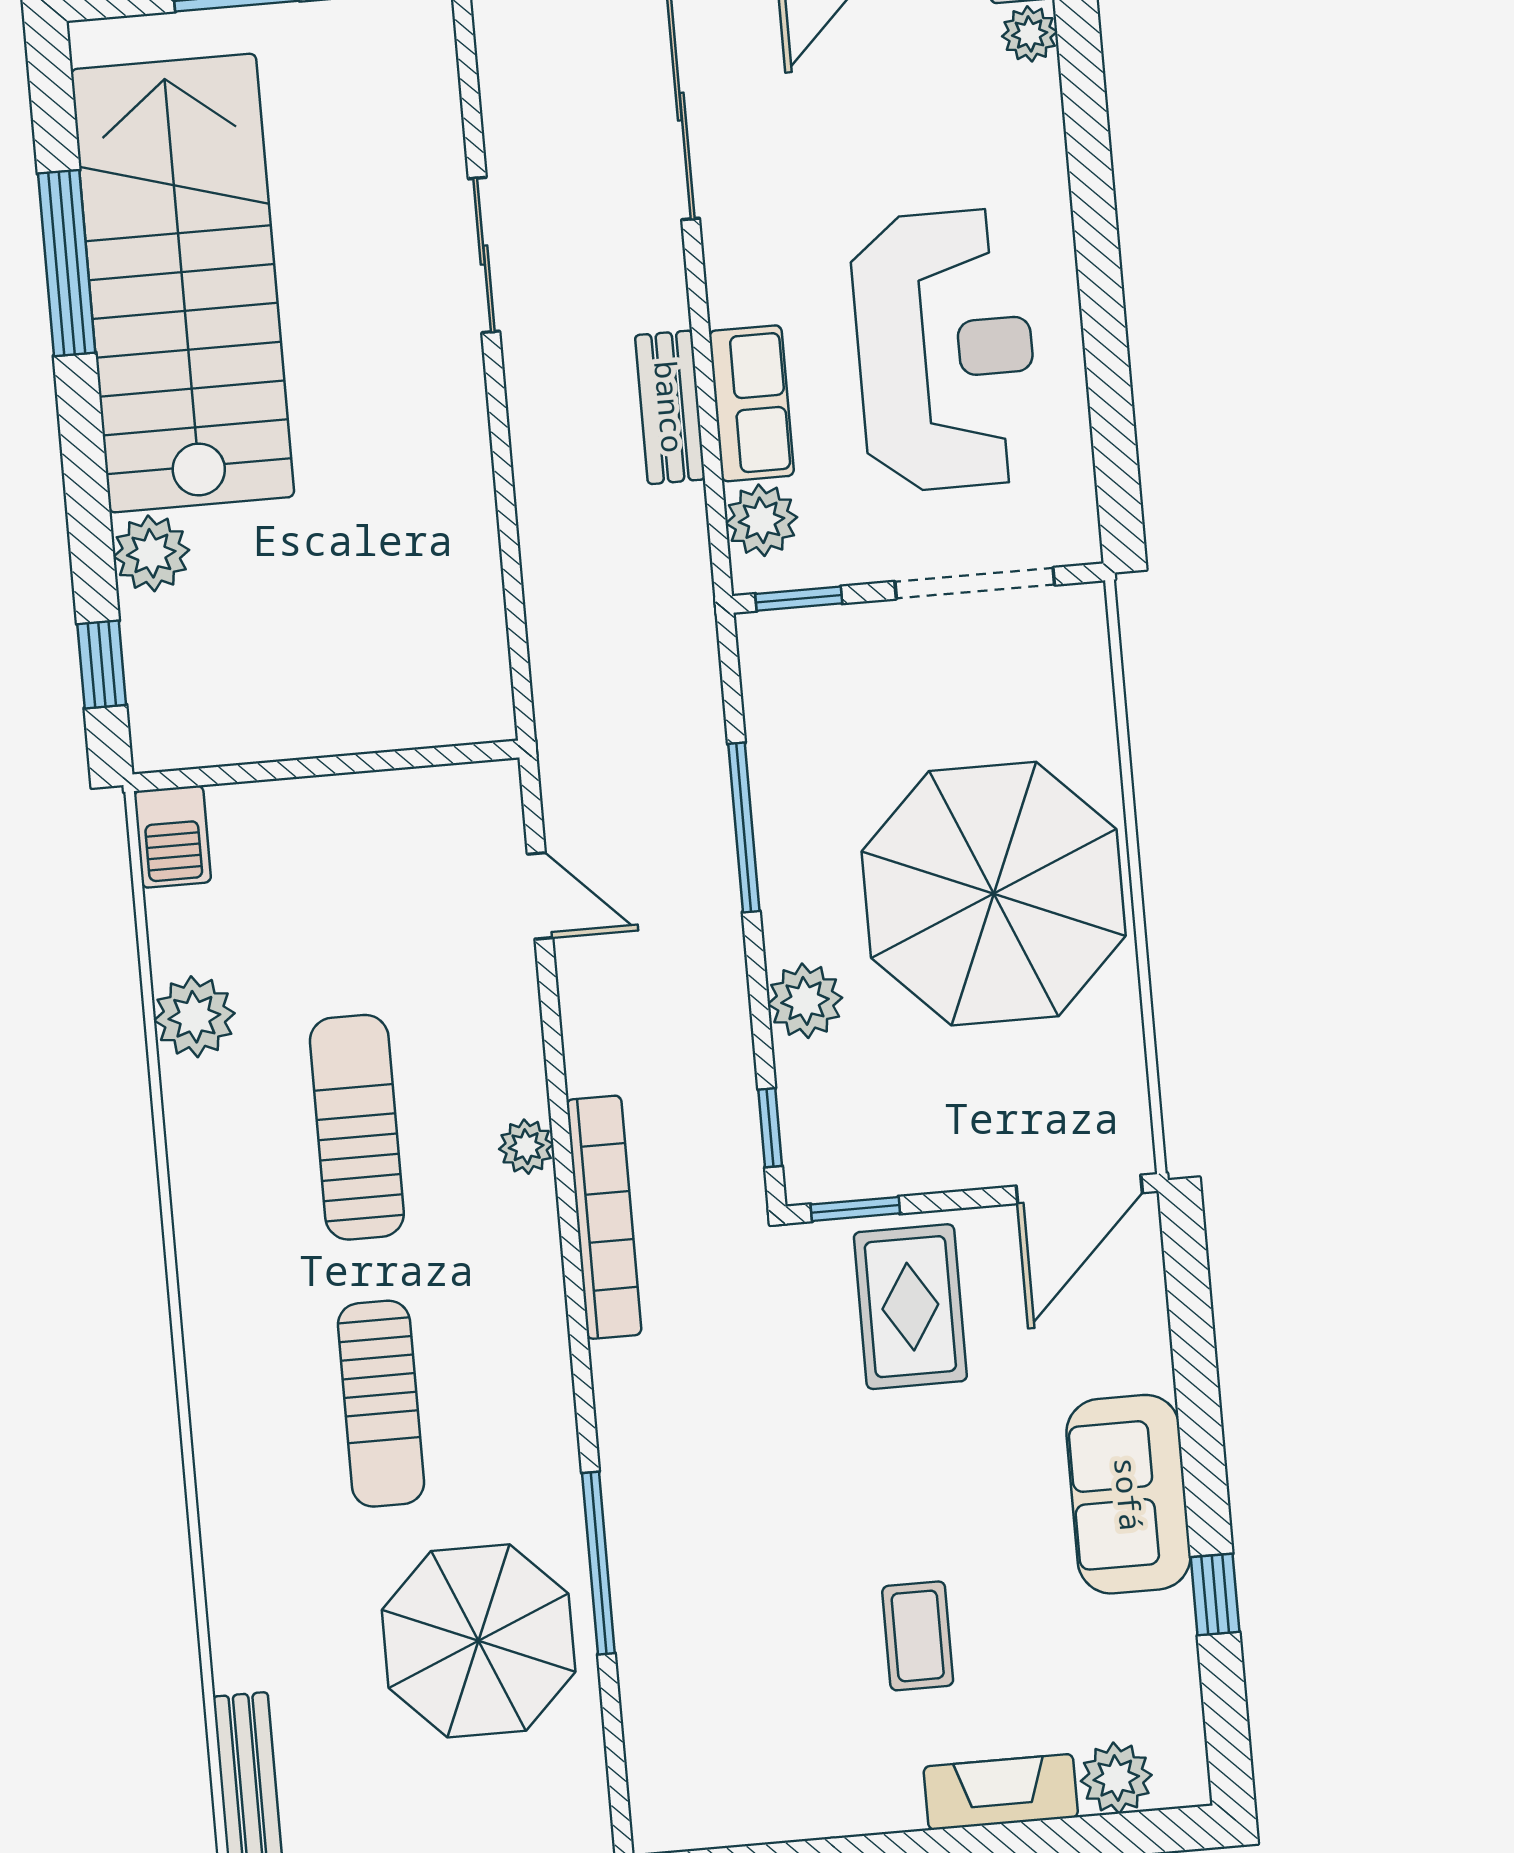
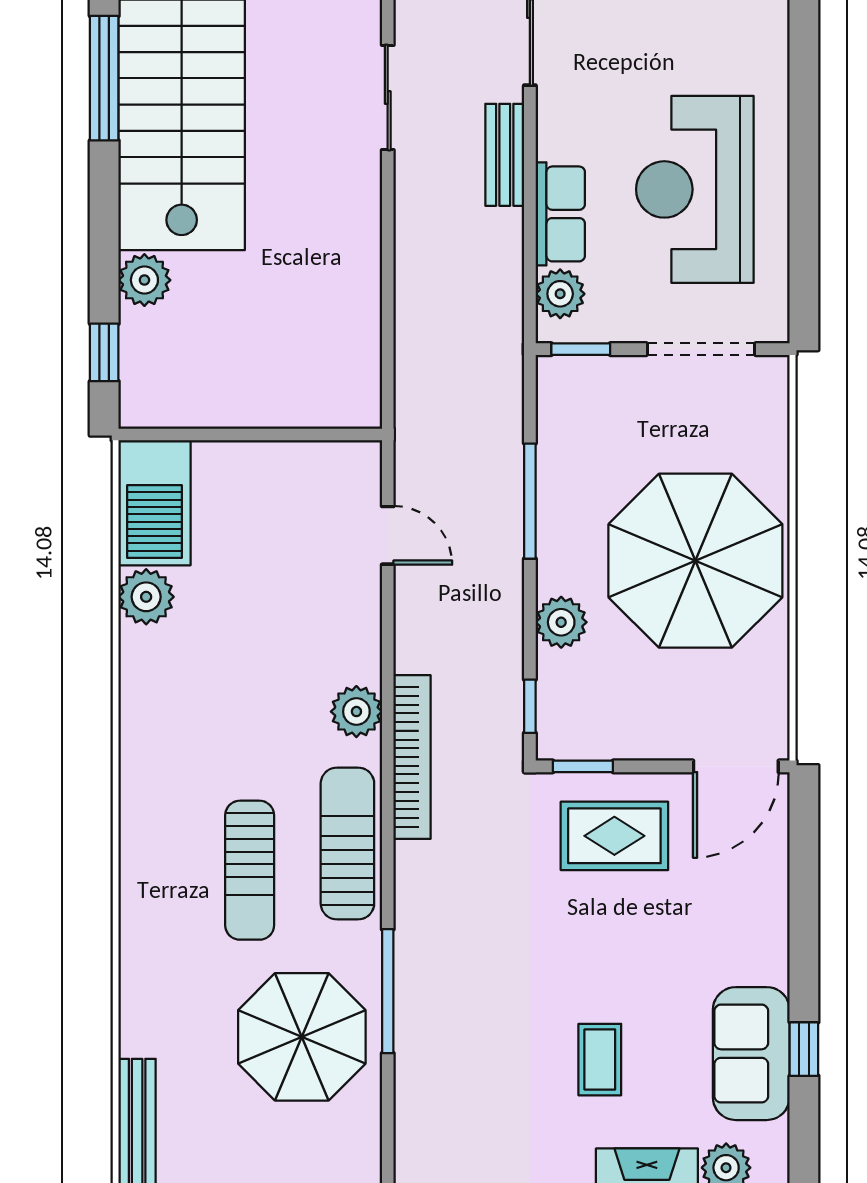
reception desk: (945, 350) -> (695, 189), turned 180
bench: (670, 407) -> (505, 155), moved
barbecue: (173, 837) -> (155, 503), width x1.88, depth x1.53
sun lounger: (357, 1127) -> (347, 844), moved
plant: (526, 1147) -> (356, 712), width x1.38, depth x1.38
rug: (910, 1307) -> (614, 836), turned 90
sofa: (1129, 1494) -> (751, 1054), moved

